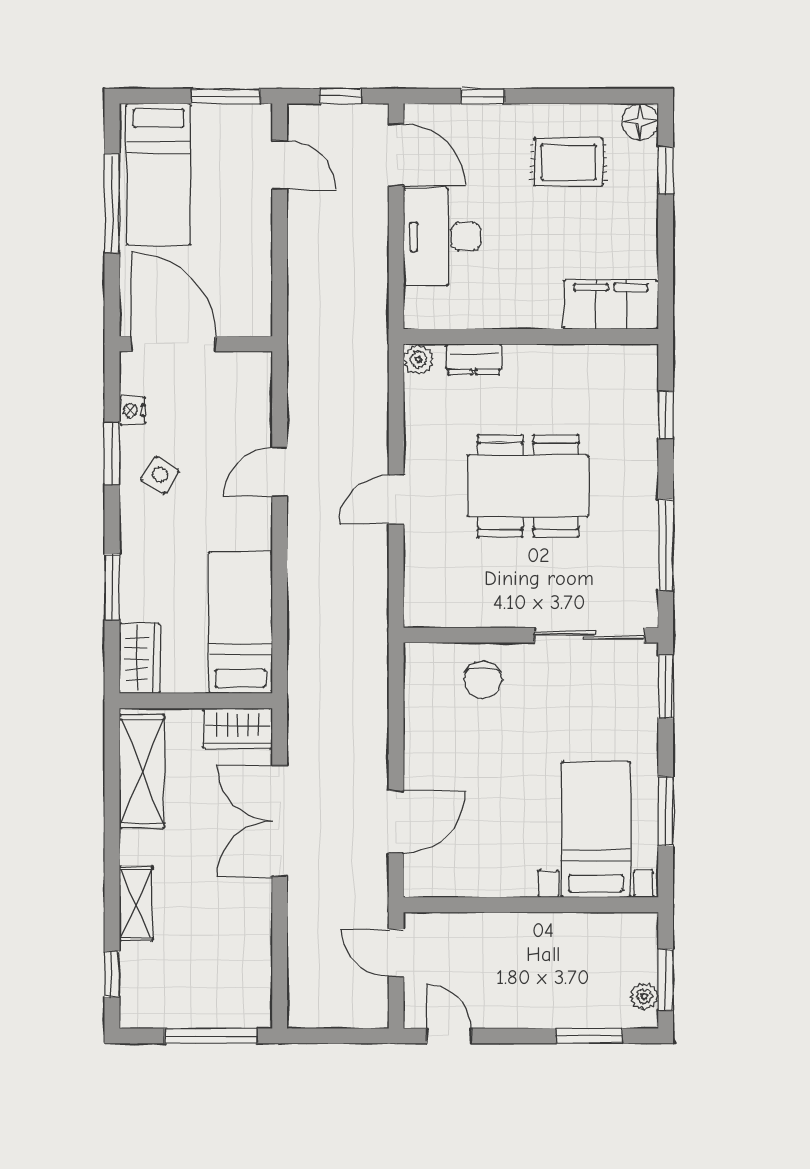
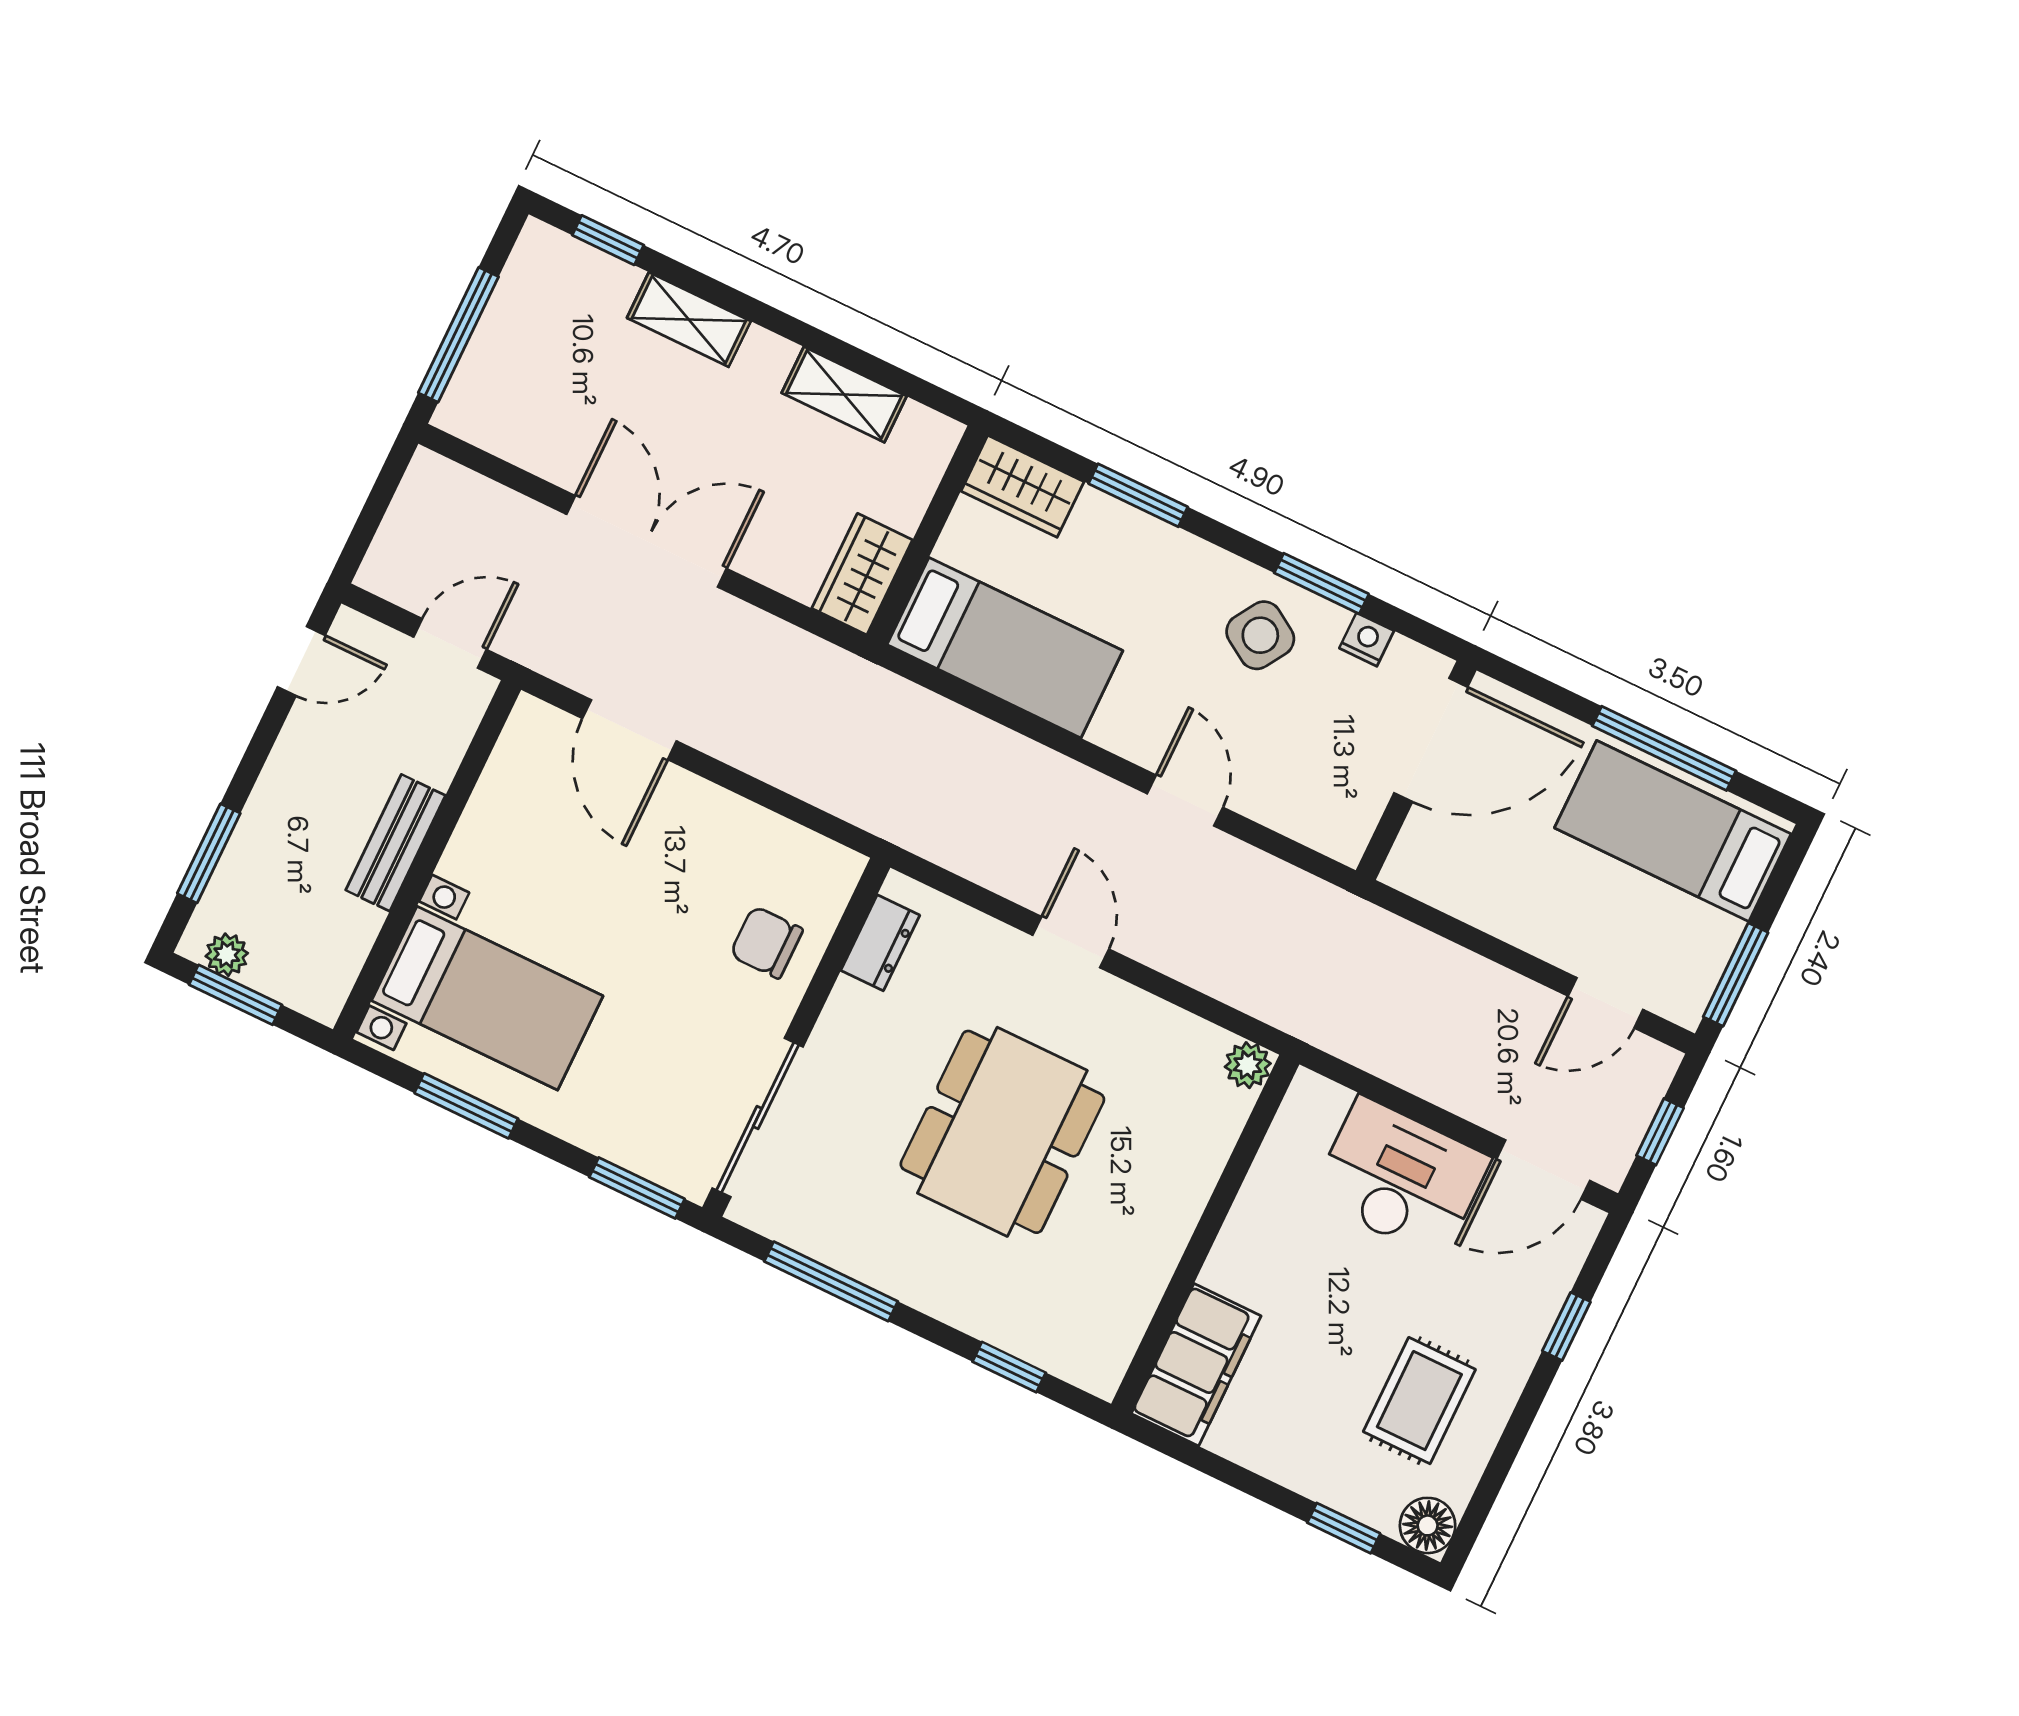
dresser: (474, 359) -> (880, 943), moved, turned 180
side table: (160, 475) -> (1260, 635), width x1.37, depth x1.37
shelving: (142, 771) -> (844, 395), width x0.67, depth x0.75
double door: (280, 821) -> (647, 541), moved
bench: (530, 928) -> (396, 843), added

